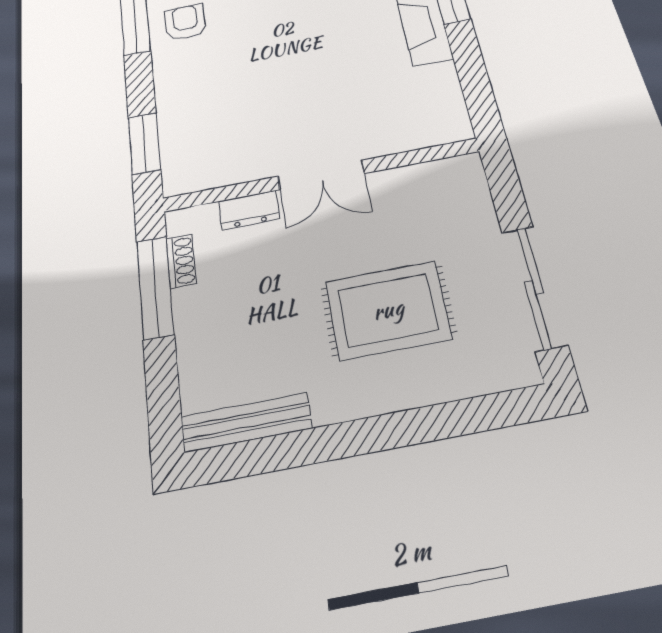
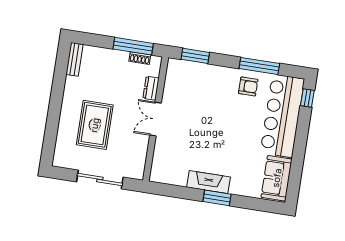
sliding door: (534, 287) -> (100, 179), moved
bench: (246, 422) -> (75, 59), width x0.73

